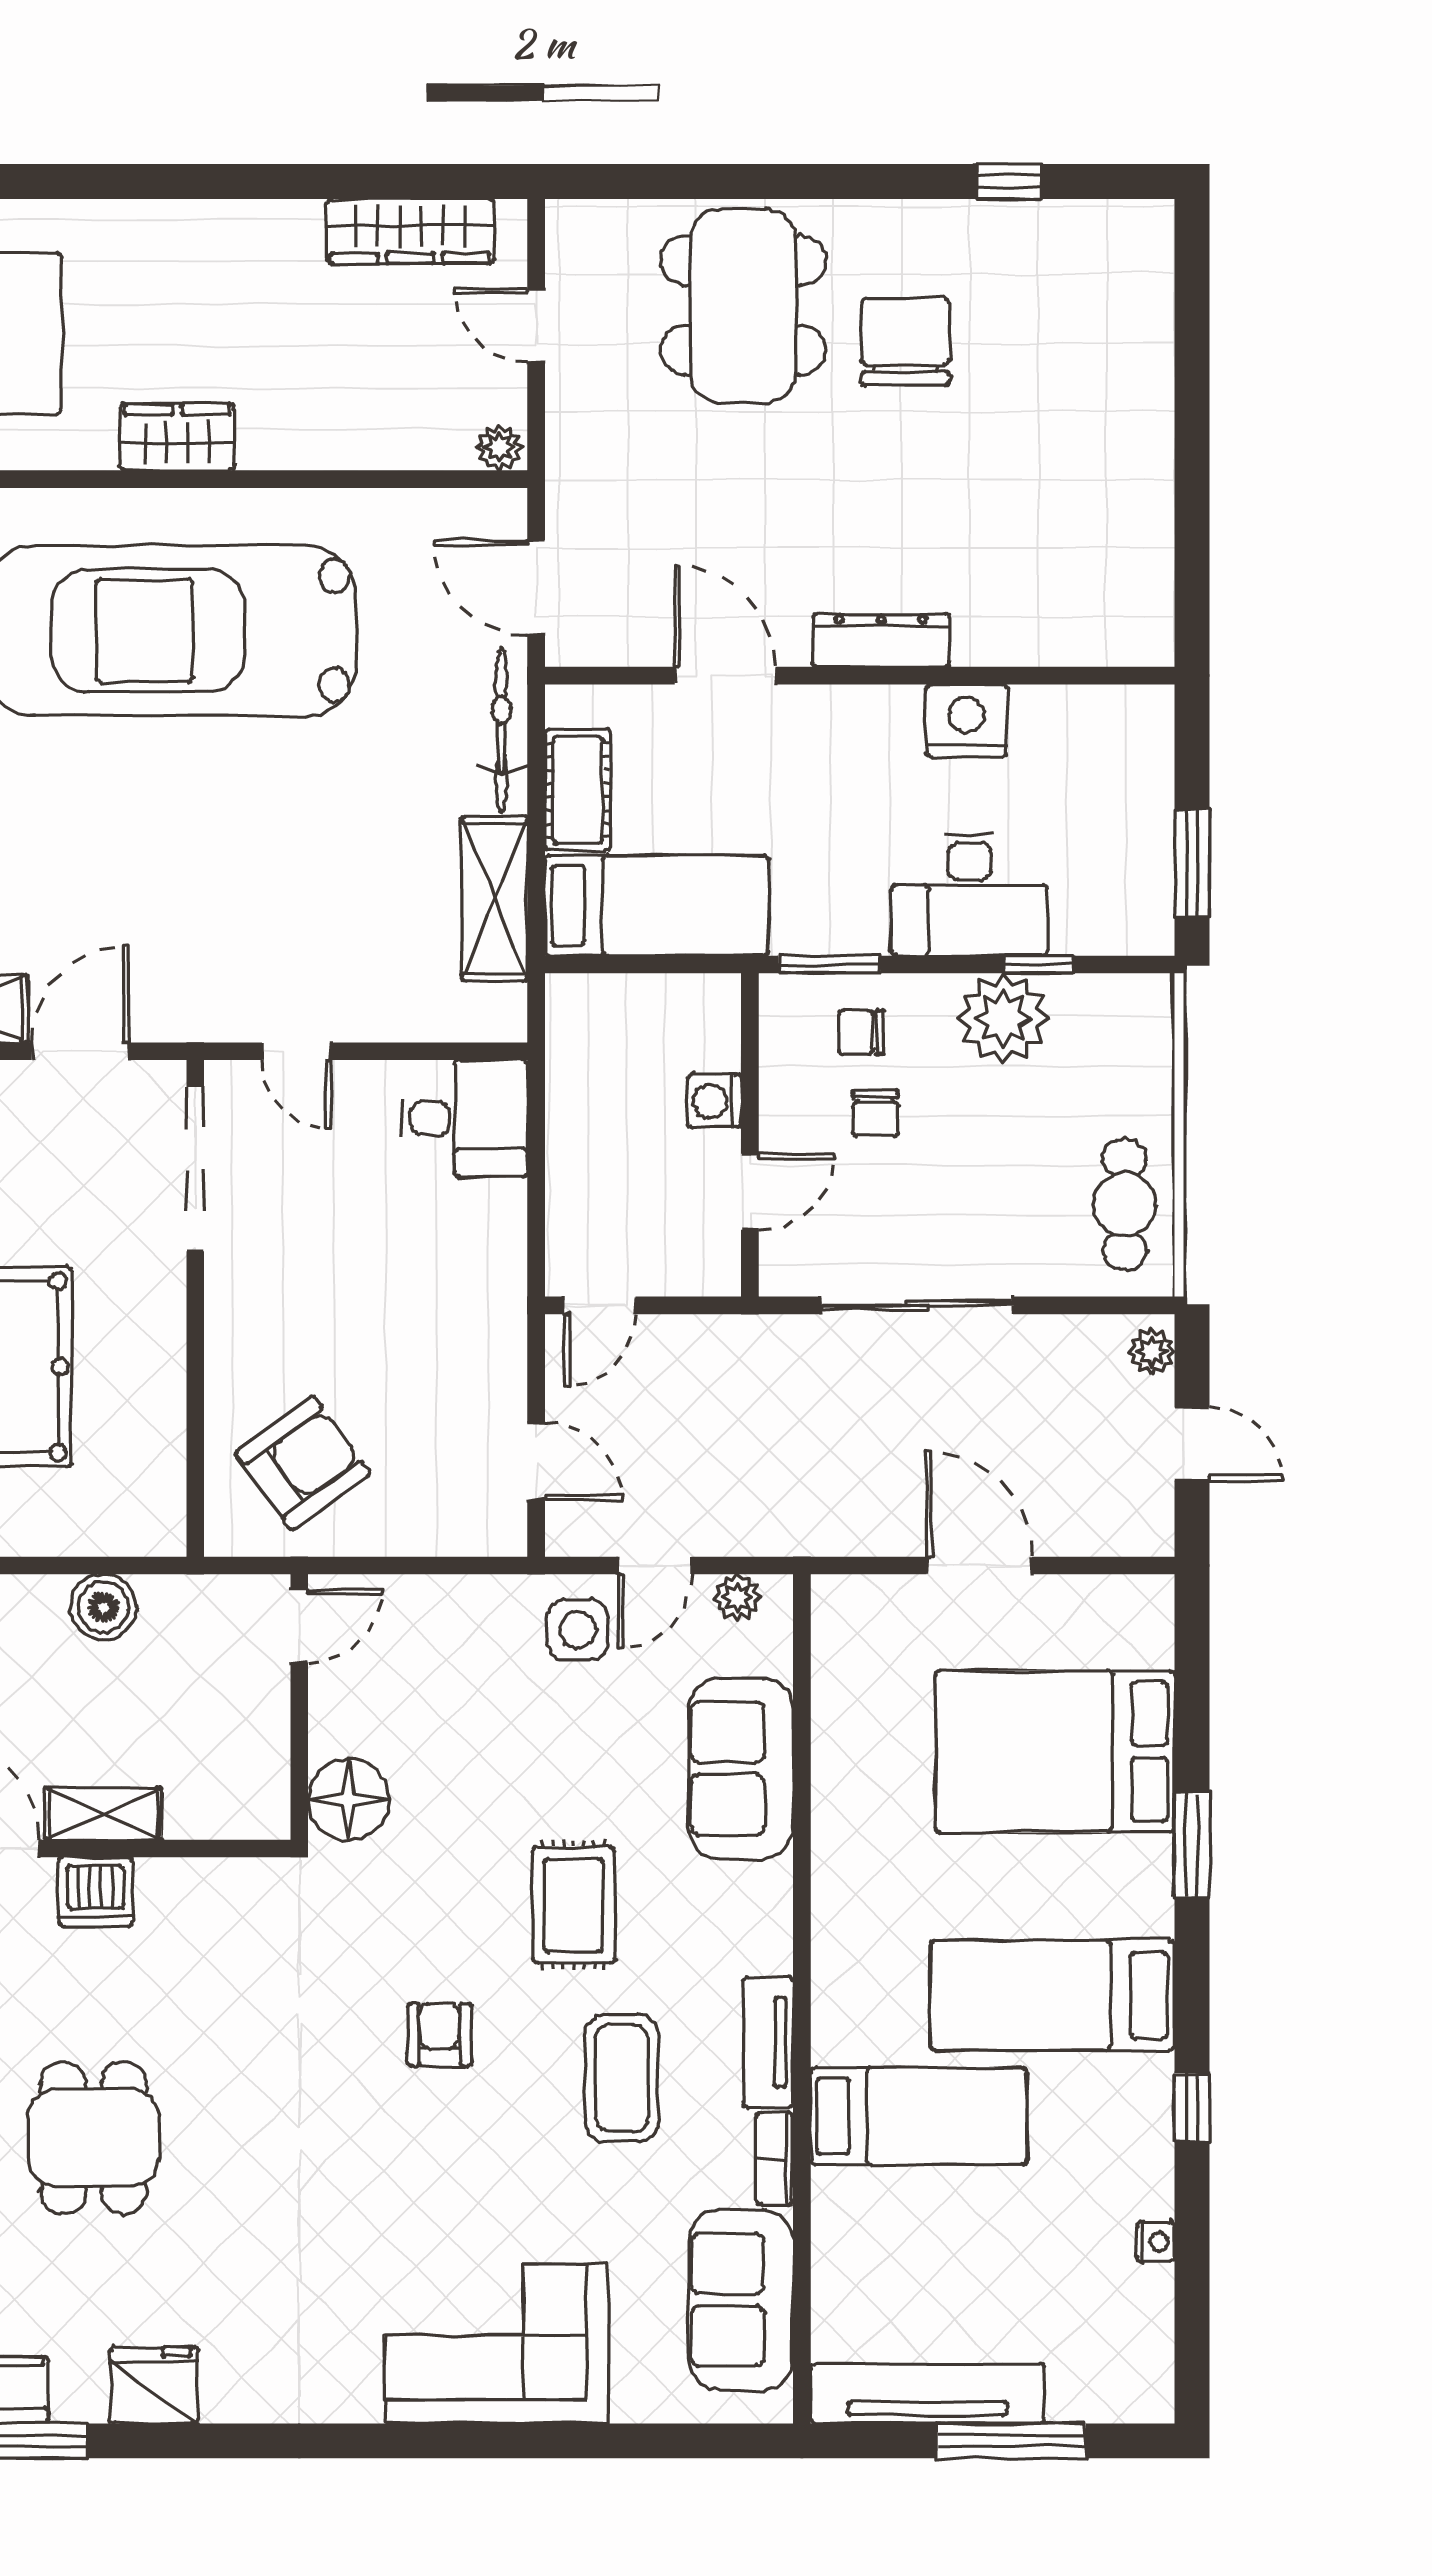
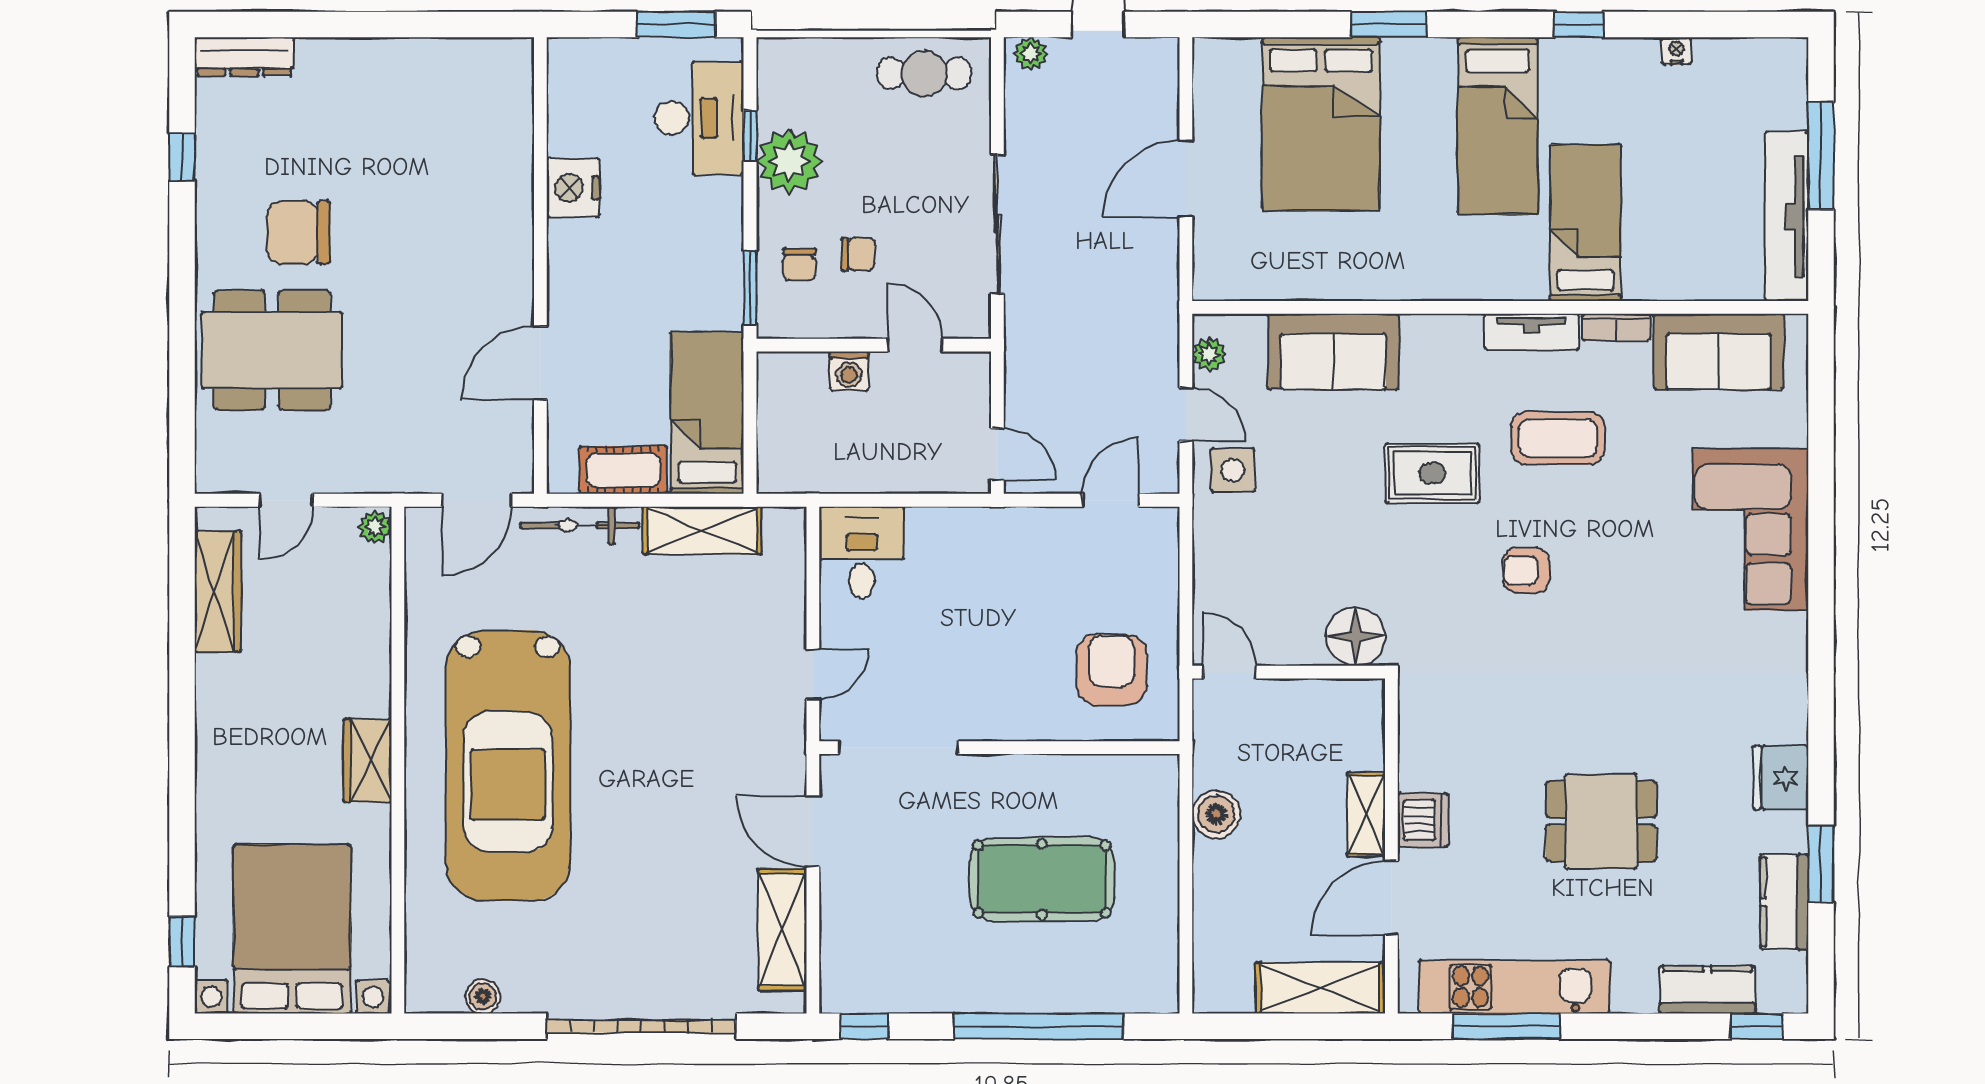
dresser: (881, 640) -> (244, 56), moved, turned -90
desk: (970, 895) -> (699, 118), moved
armchair: (302, 1463) -> (1112, 670), turned 36

